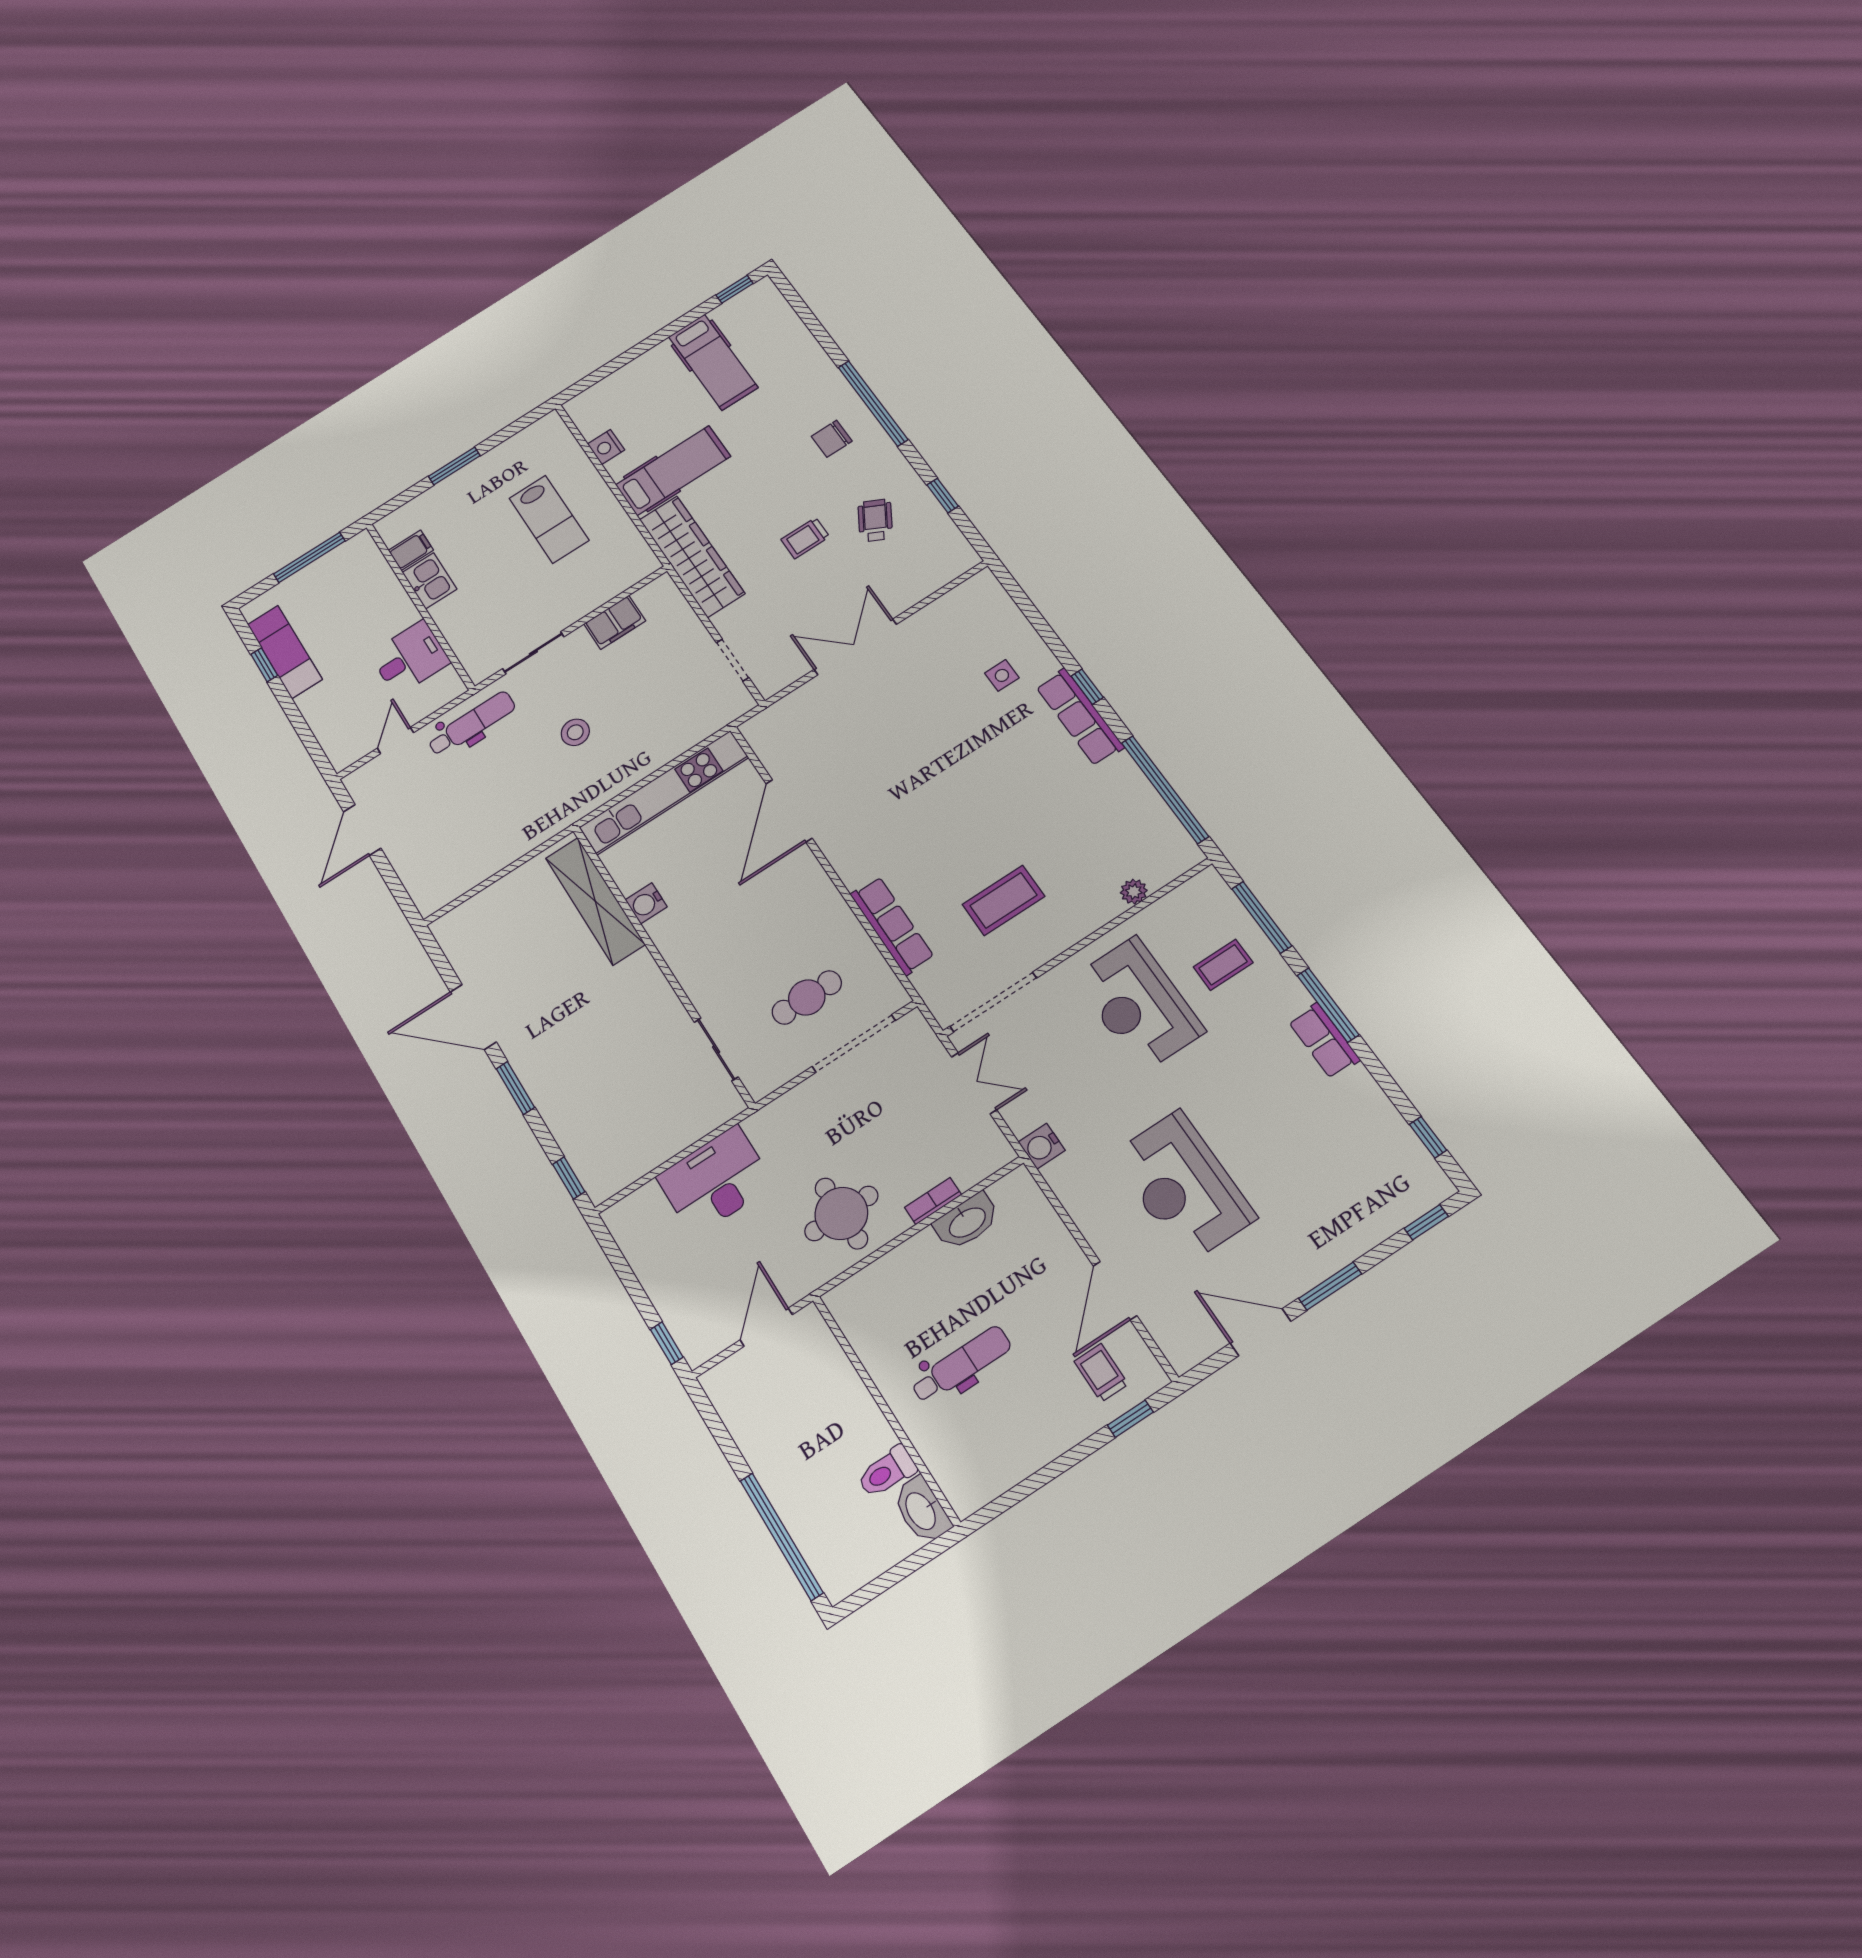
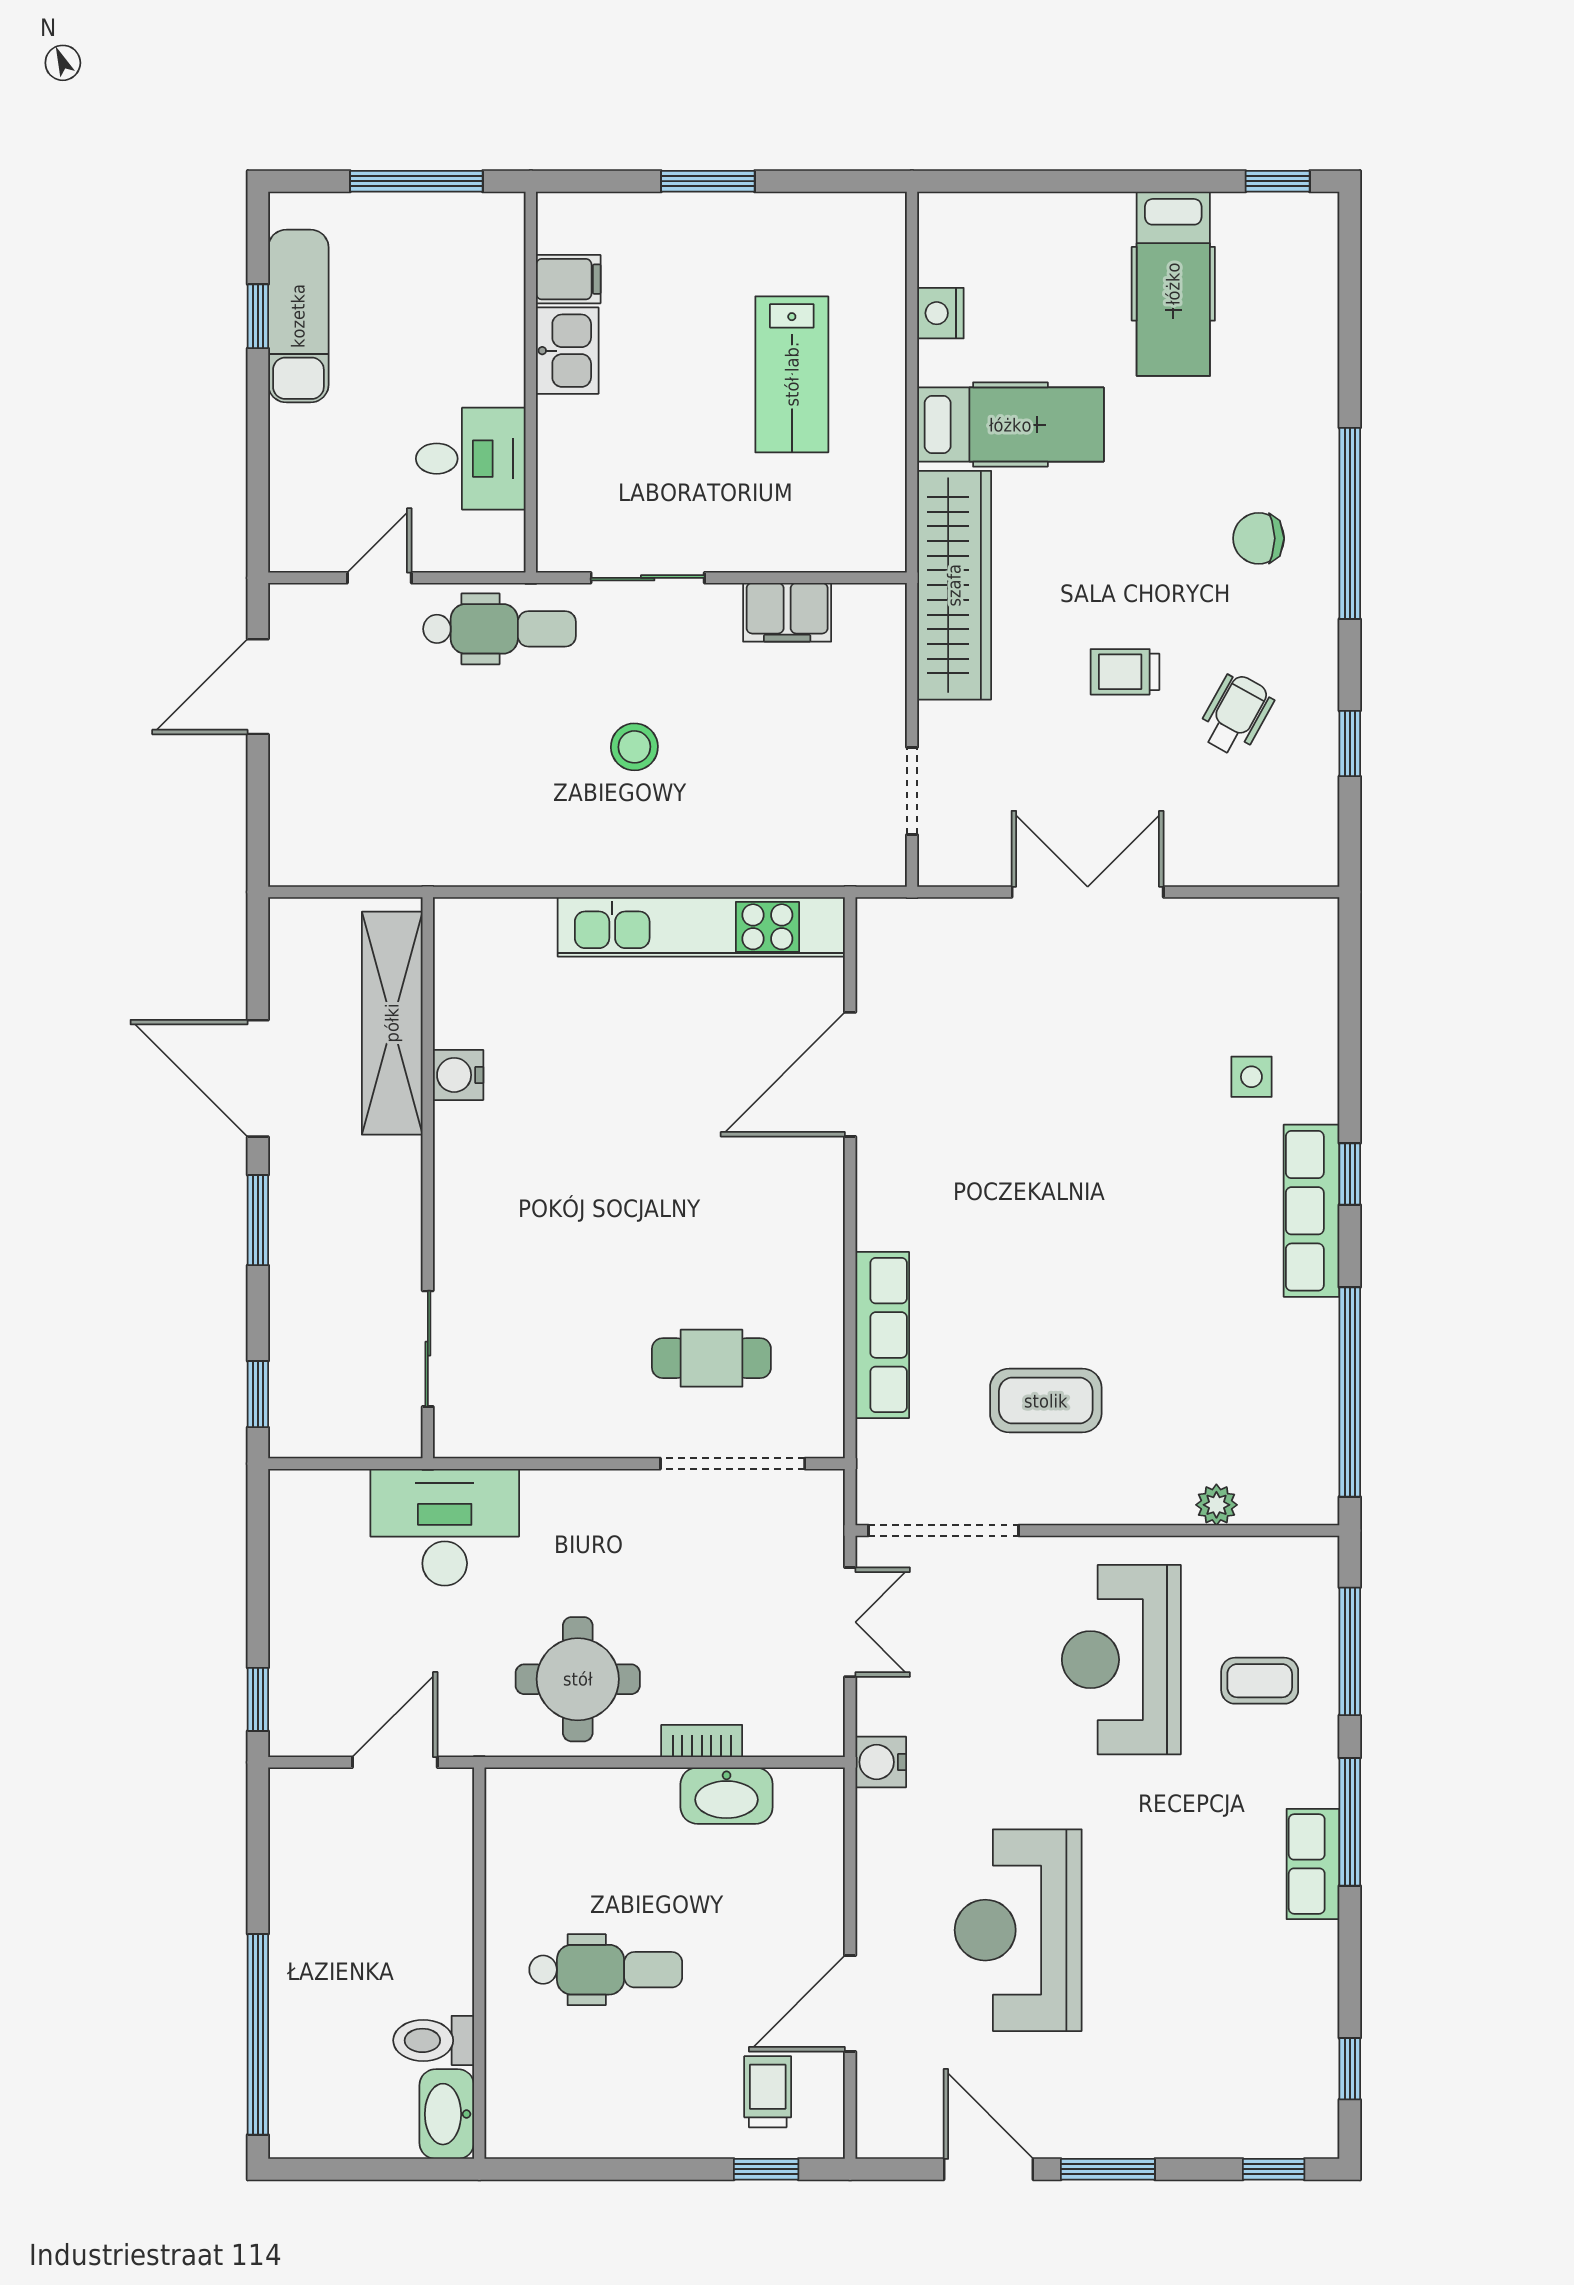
shelving: (595, 901) -> (392, 1023), moved
water cooler: (646, 903) -> (458, 1075), moved
wall: (662, 964) -> (428, 1178), moved
sliding door: (716, 1049) -> (428, 1349), moved

